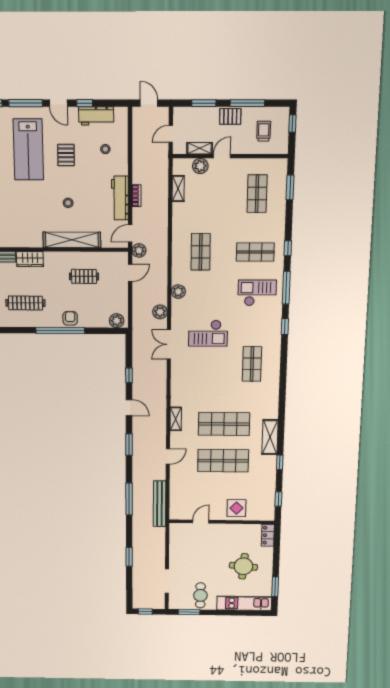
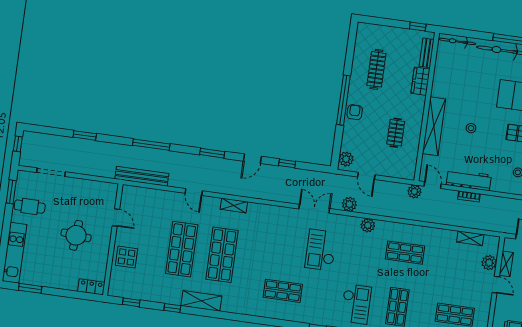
door: (130, 273) -> (366, 176), moved
armchair: (70, 318) -> (355, 112), turned -90
round table: (243, 566) -> (76, 235), moved

